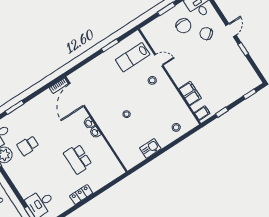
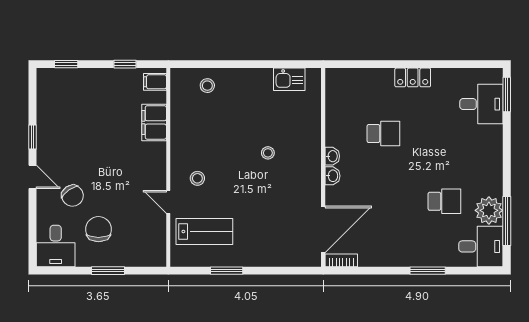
door: (231, 30) -> (32, 177), swing flipped
kitchen sink: (150, 148) -> (289, 79), moved
school desk: (78, 159) -> (383, 134), width x0.54

